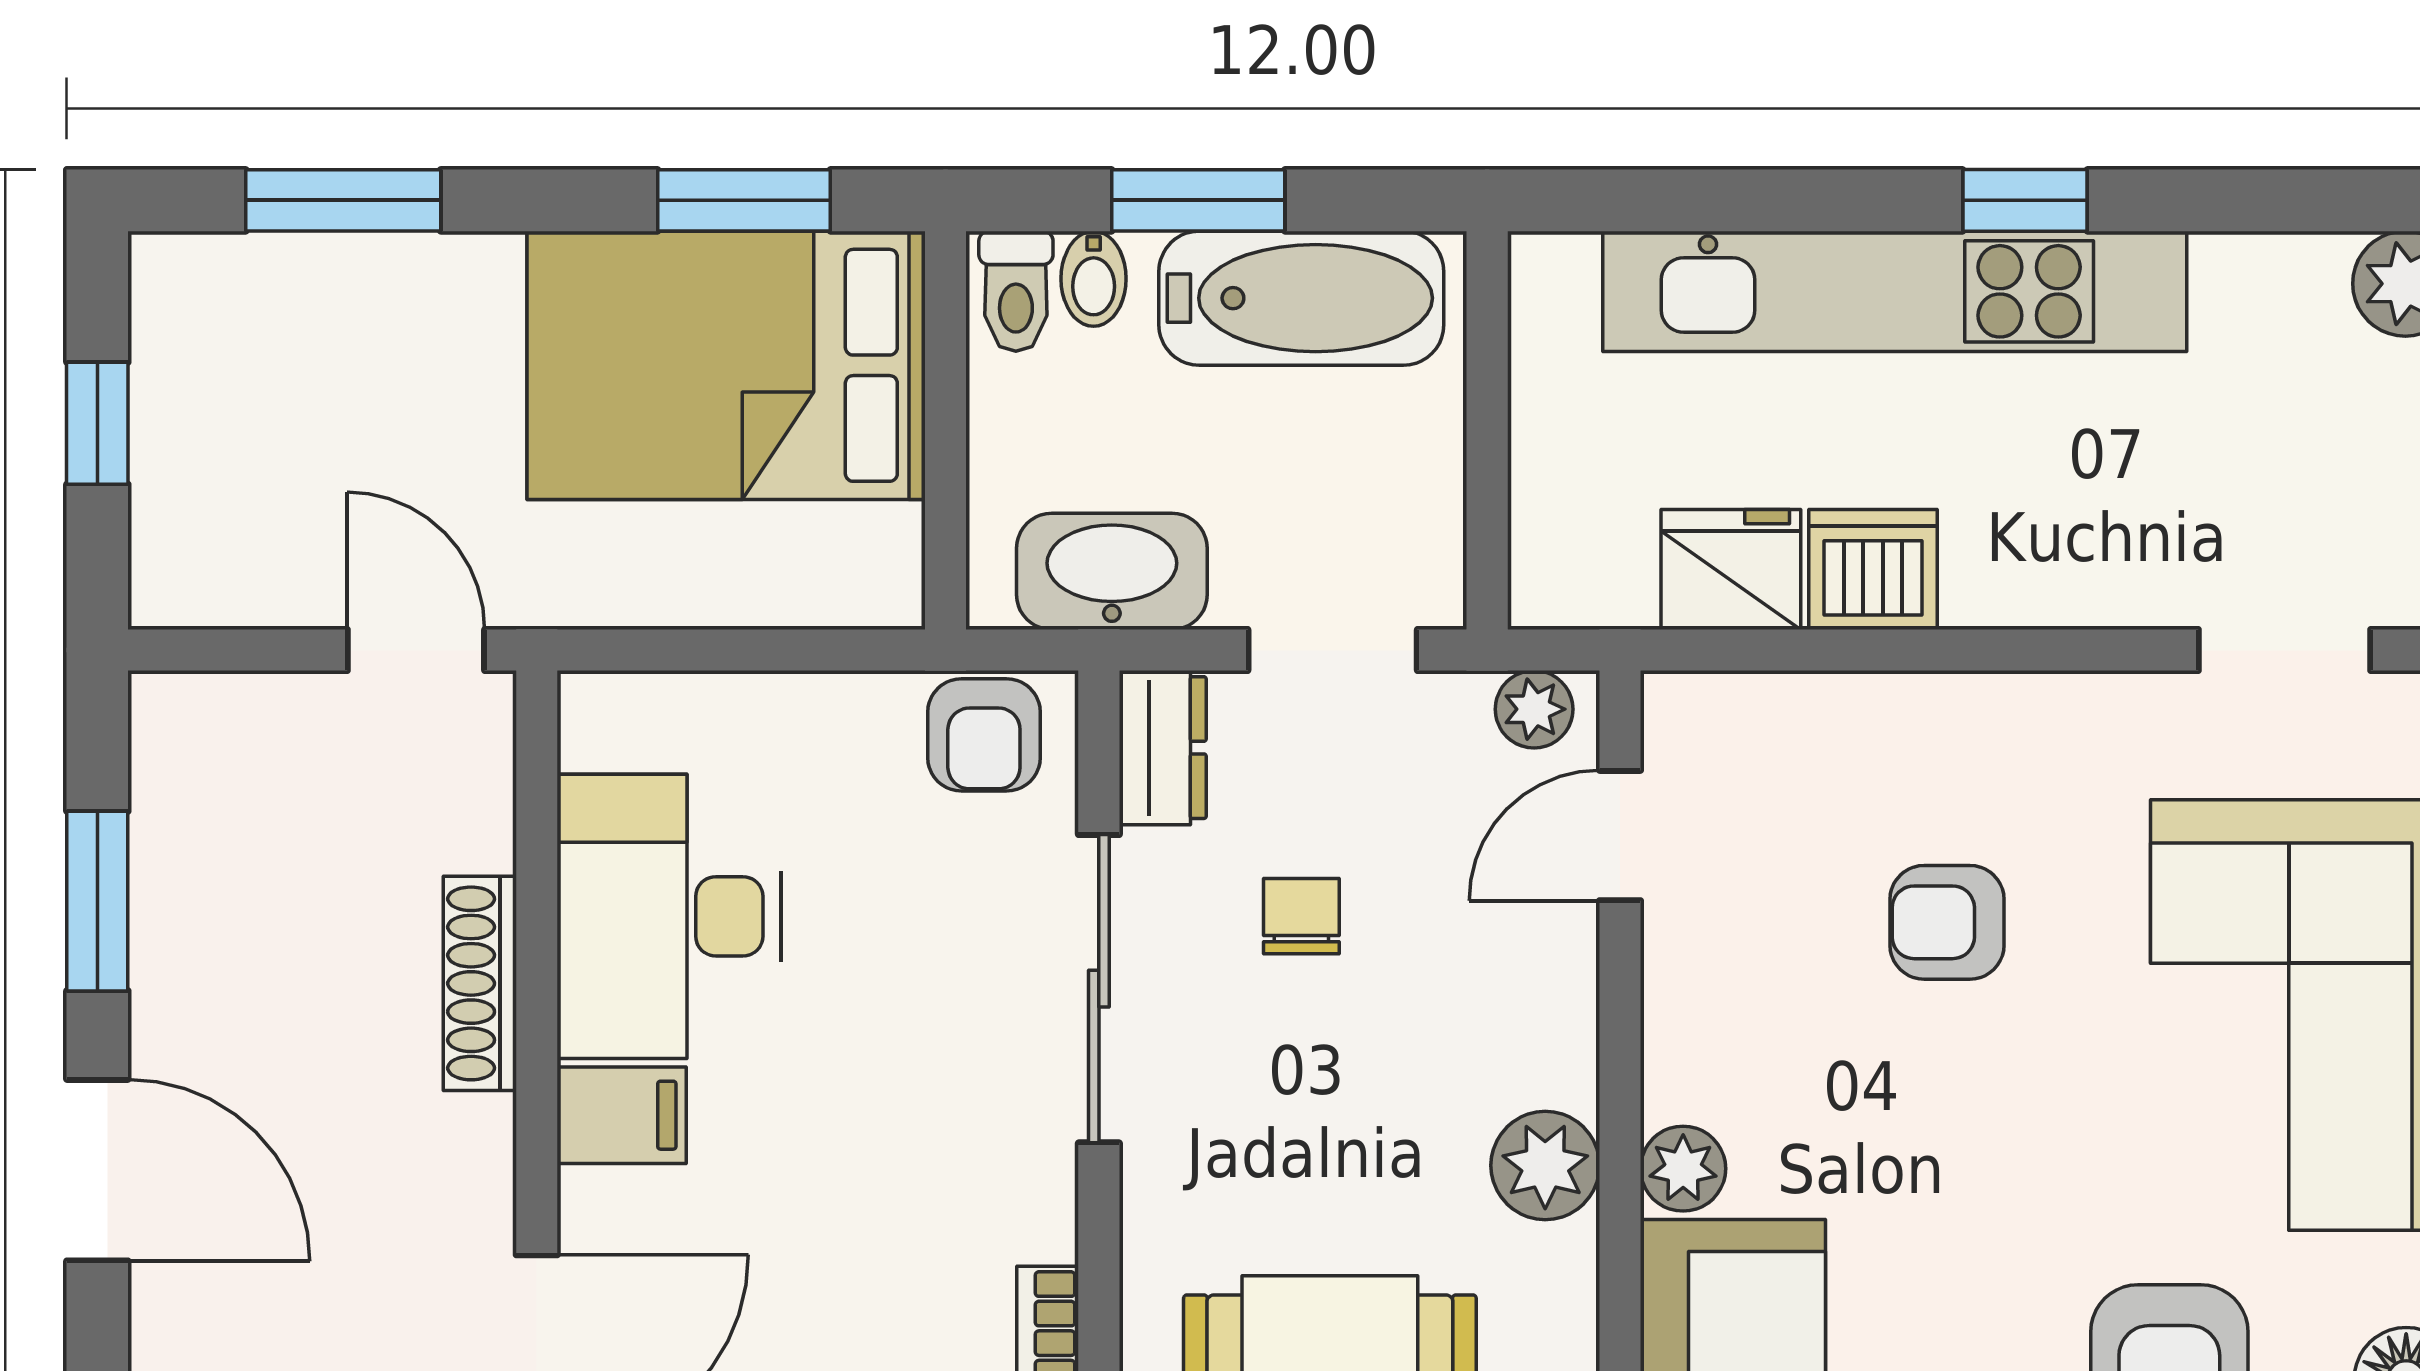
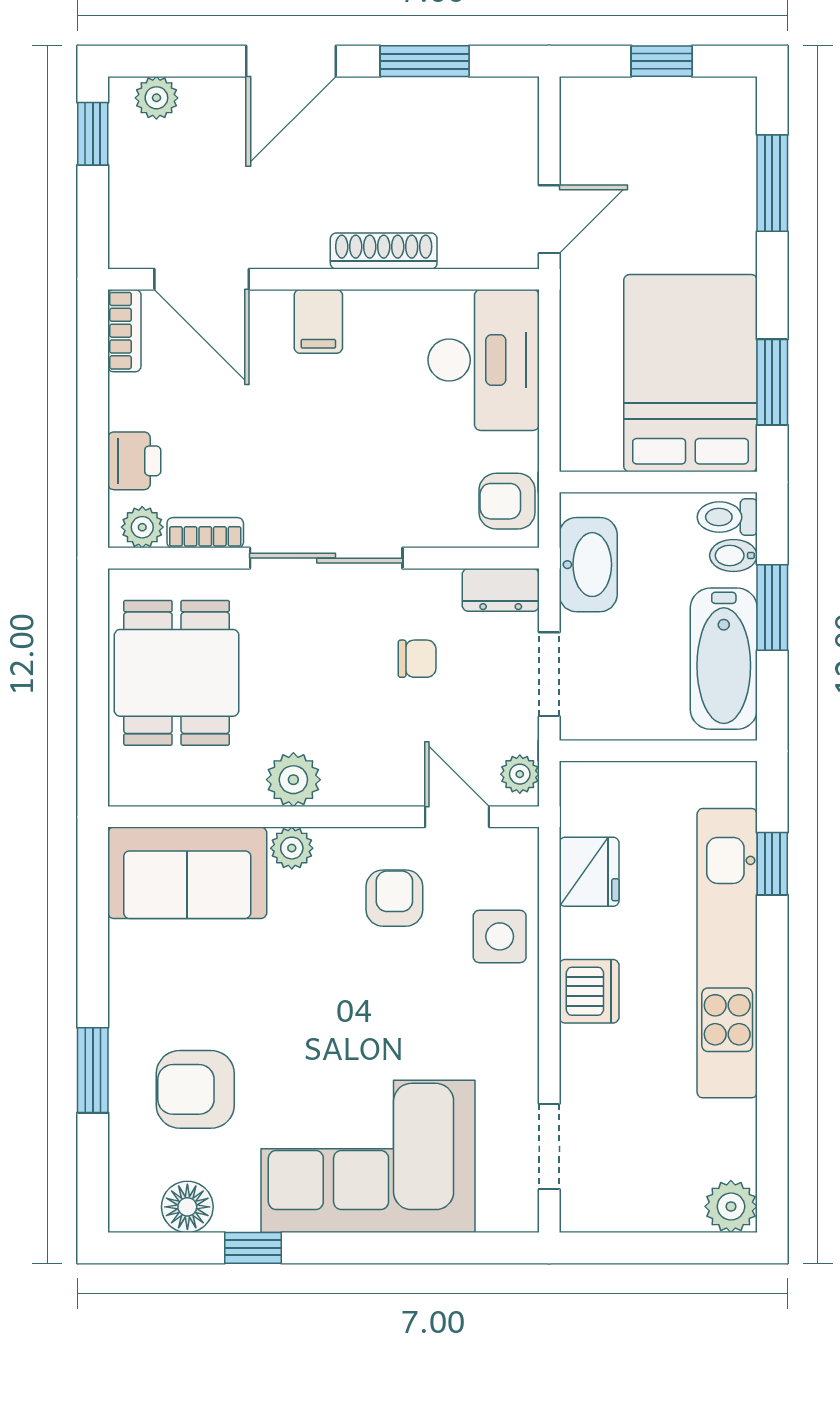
window: (2025, 200) -> (772, 864), moved
dishwasher: (1873, 570) -> (589, 991), moved
side table: (1861, 750) -> (500, 936), added
desk: (669, 916) -> (484, 360), moved, turned 90
armchair: (1947, 922) -> (394, 898), moved
sliding door: (1099, 989) -> (326, 558), moved

